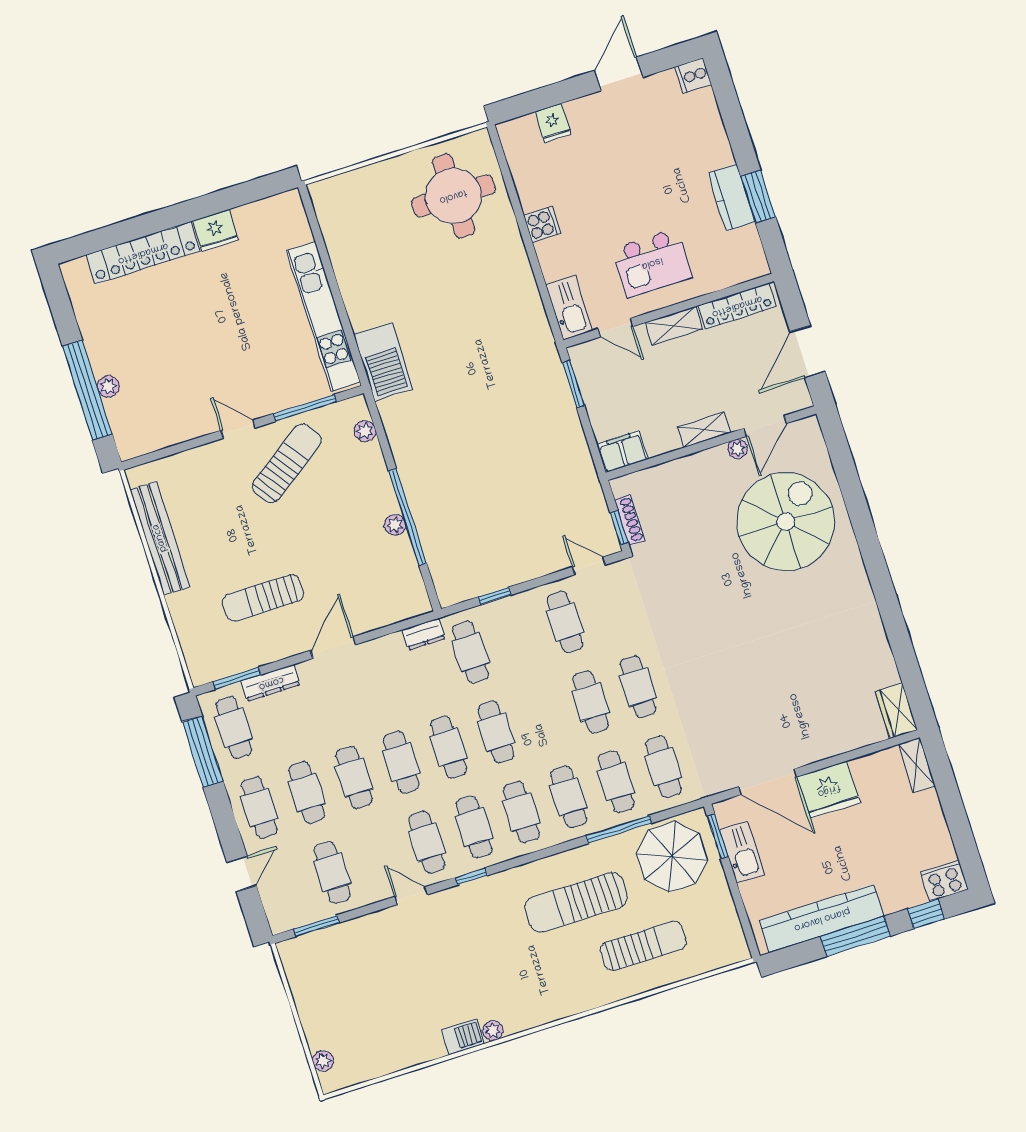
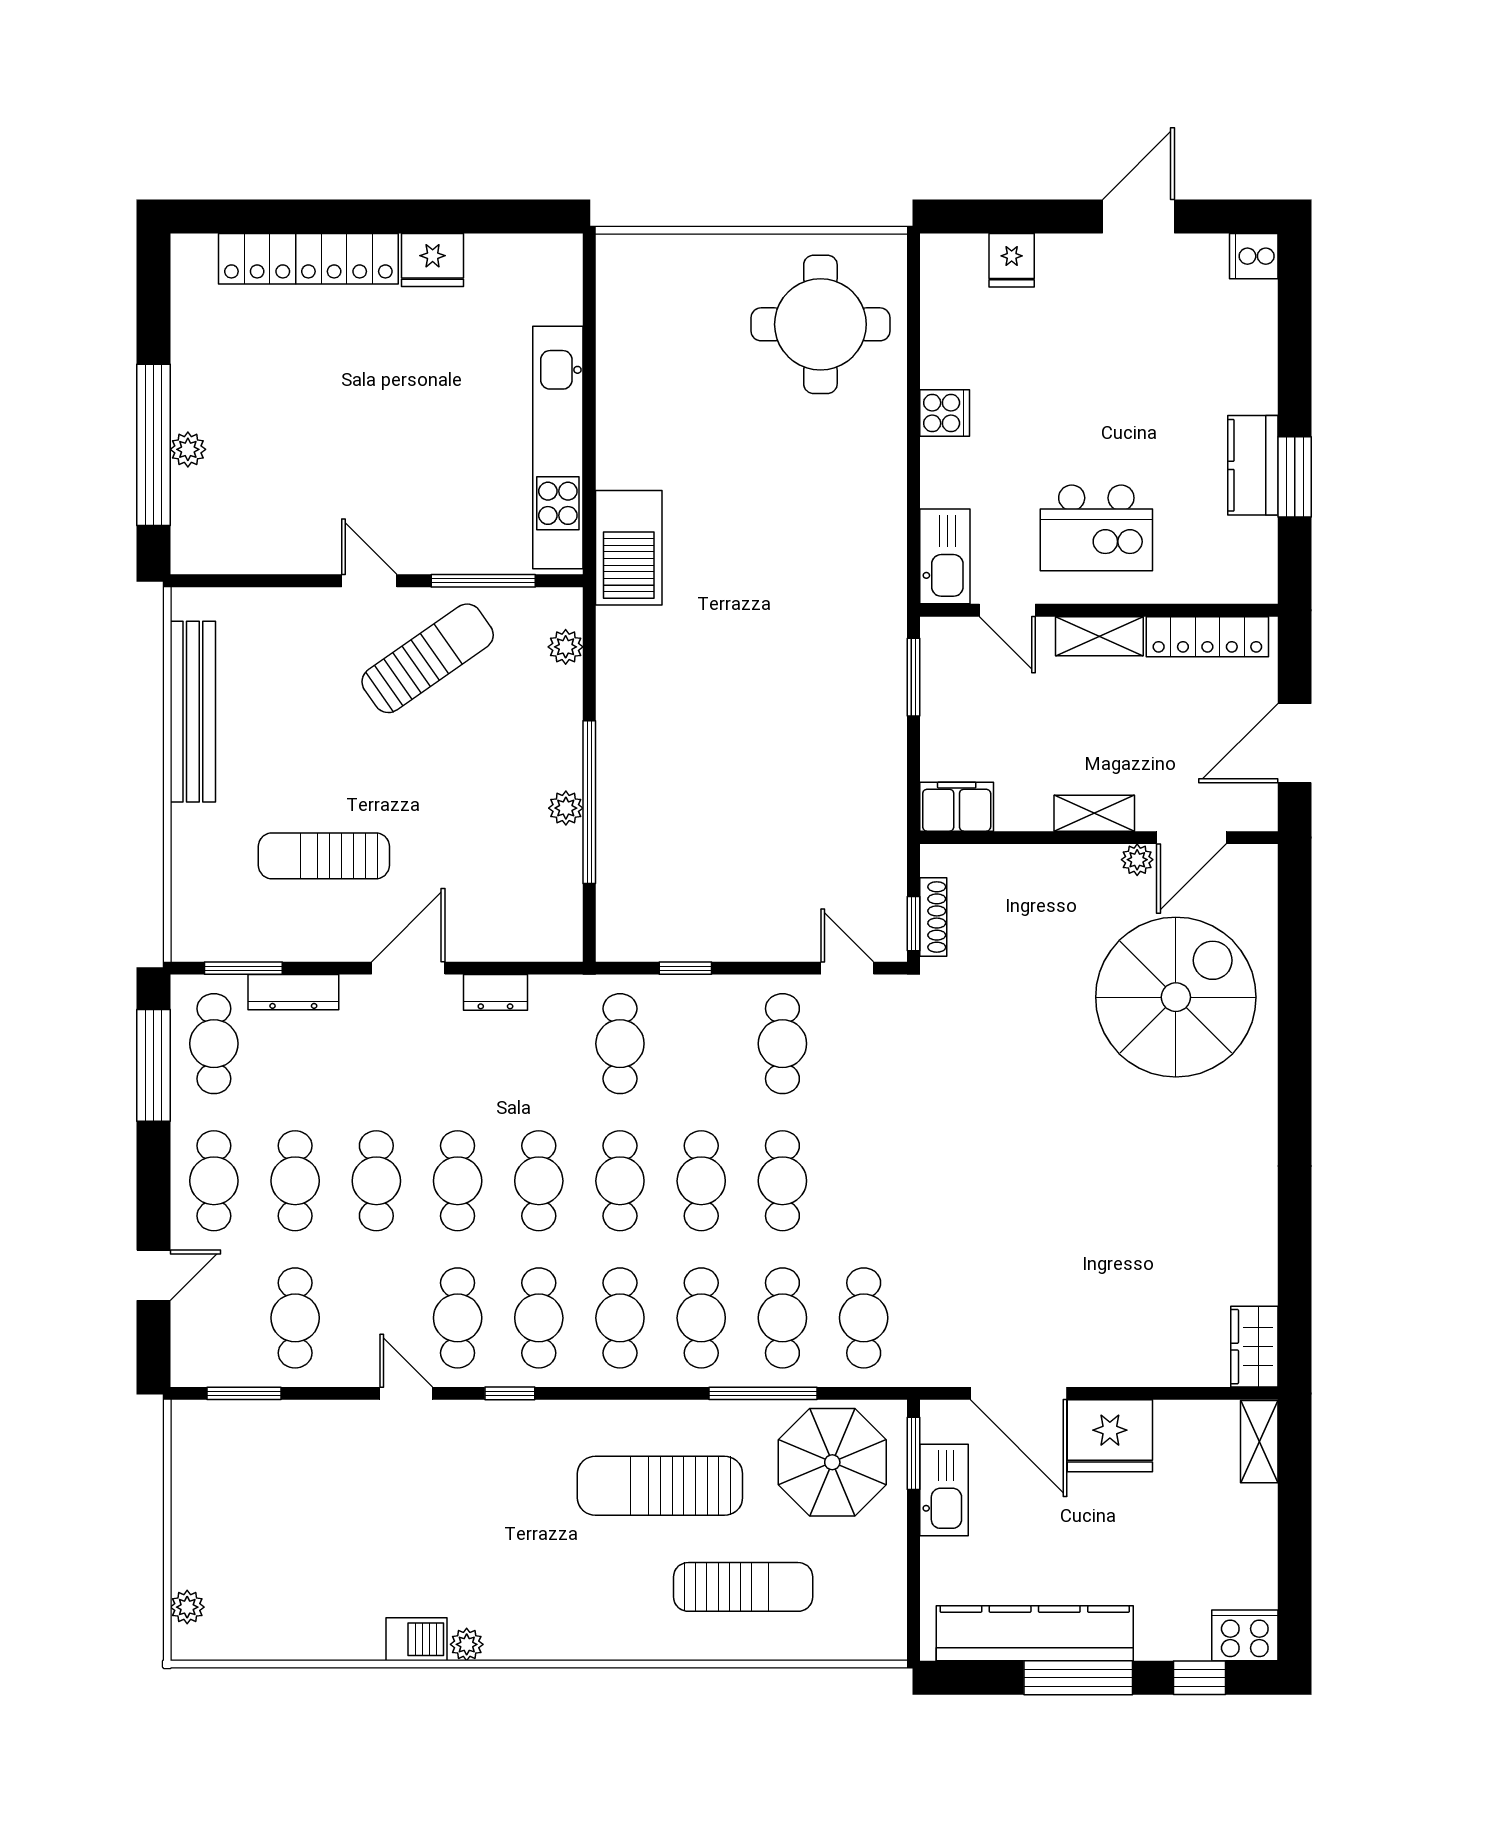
dresser: (424, 634) -> (495, 992), moved
cafe table: (638, 687) -> (701, 1181), moved

